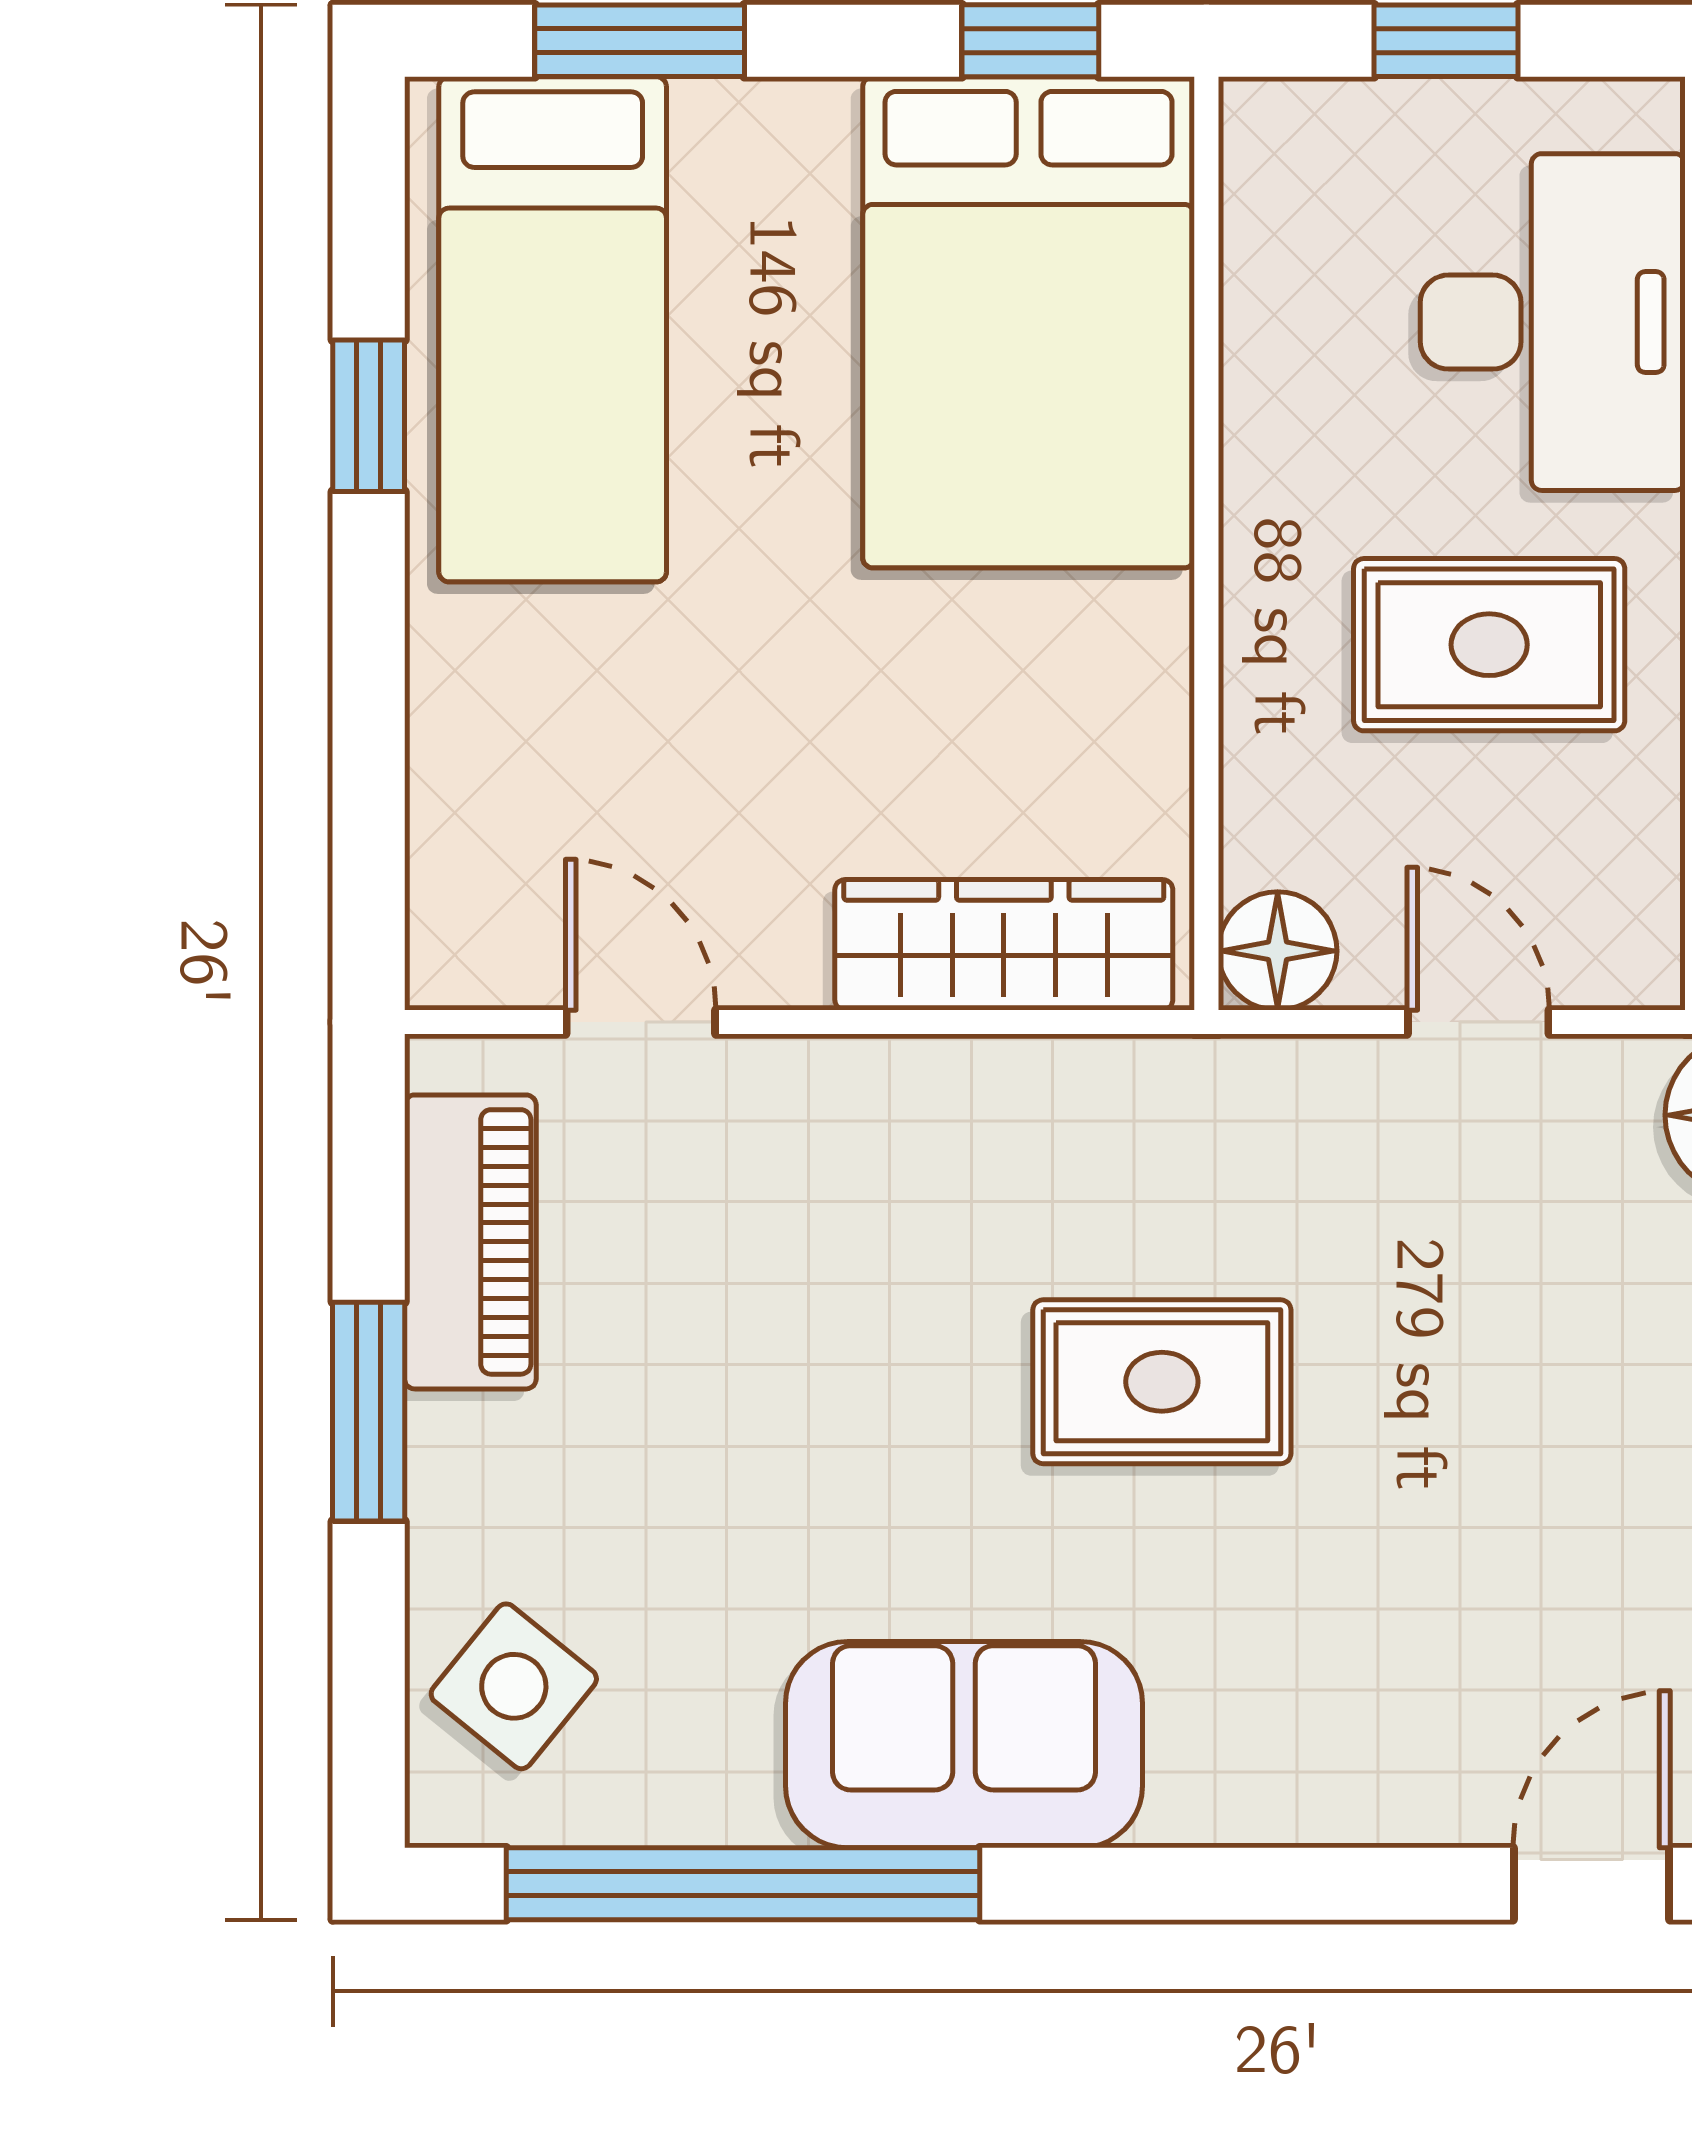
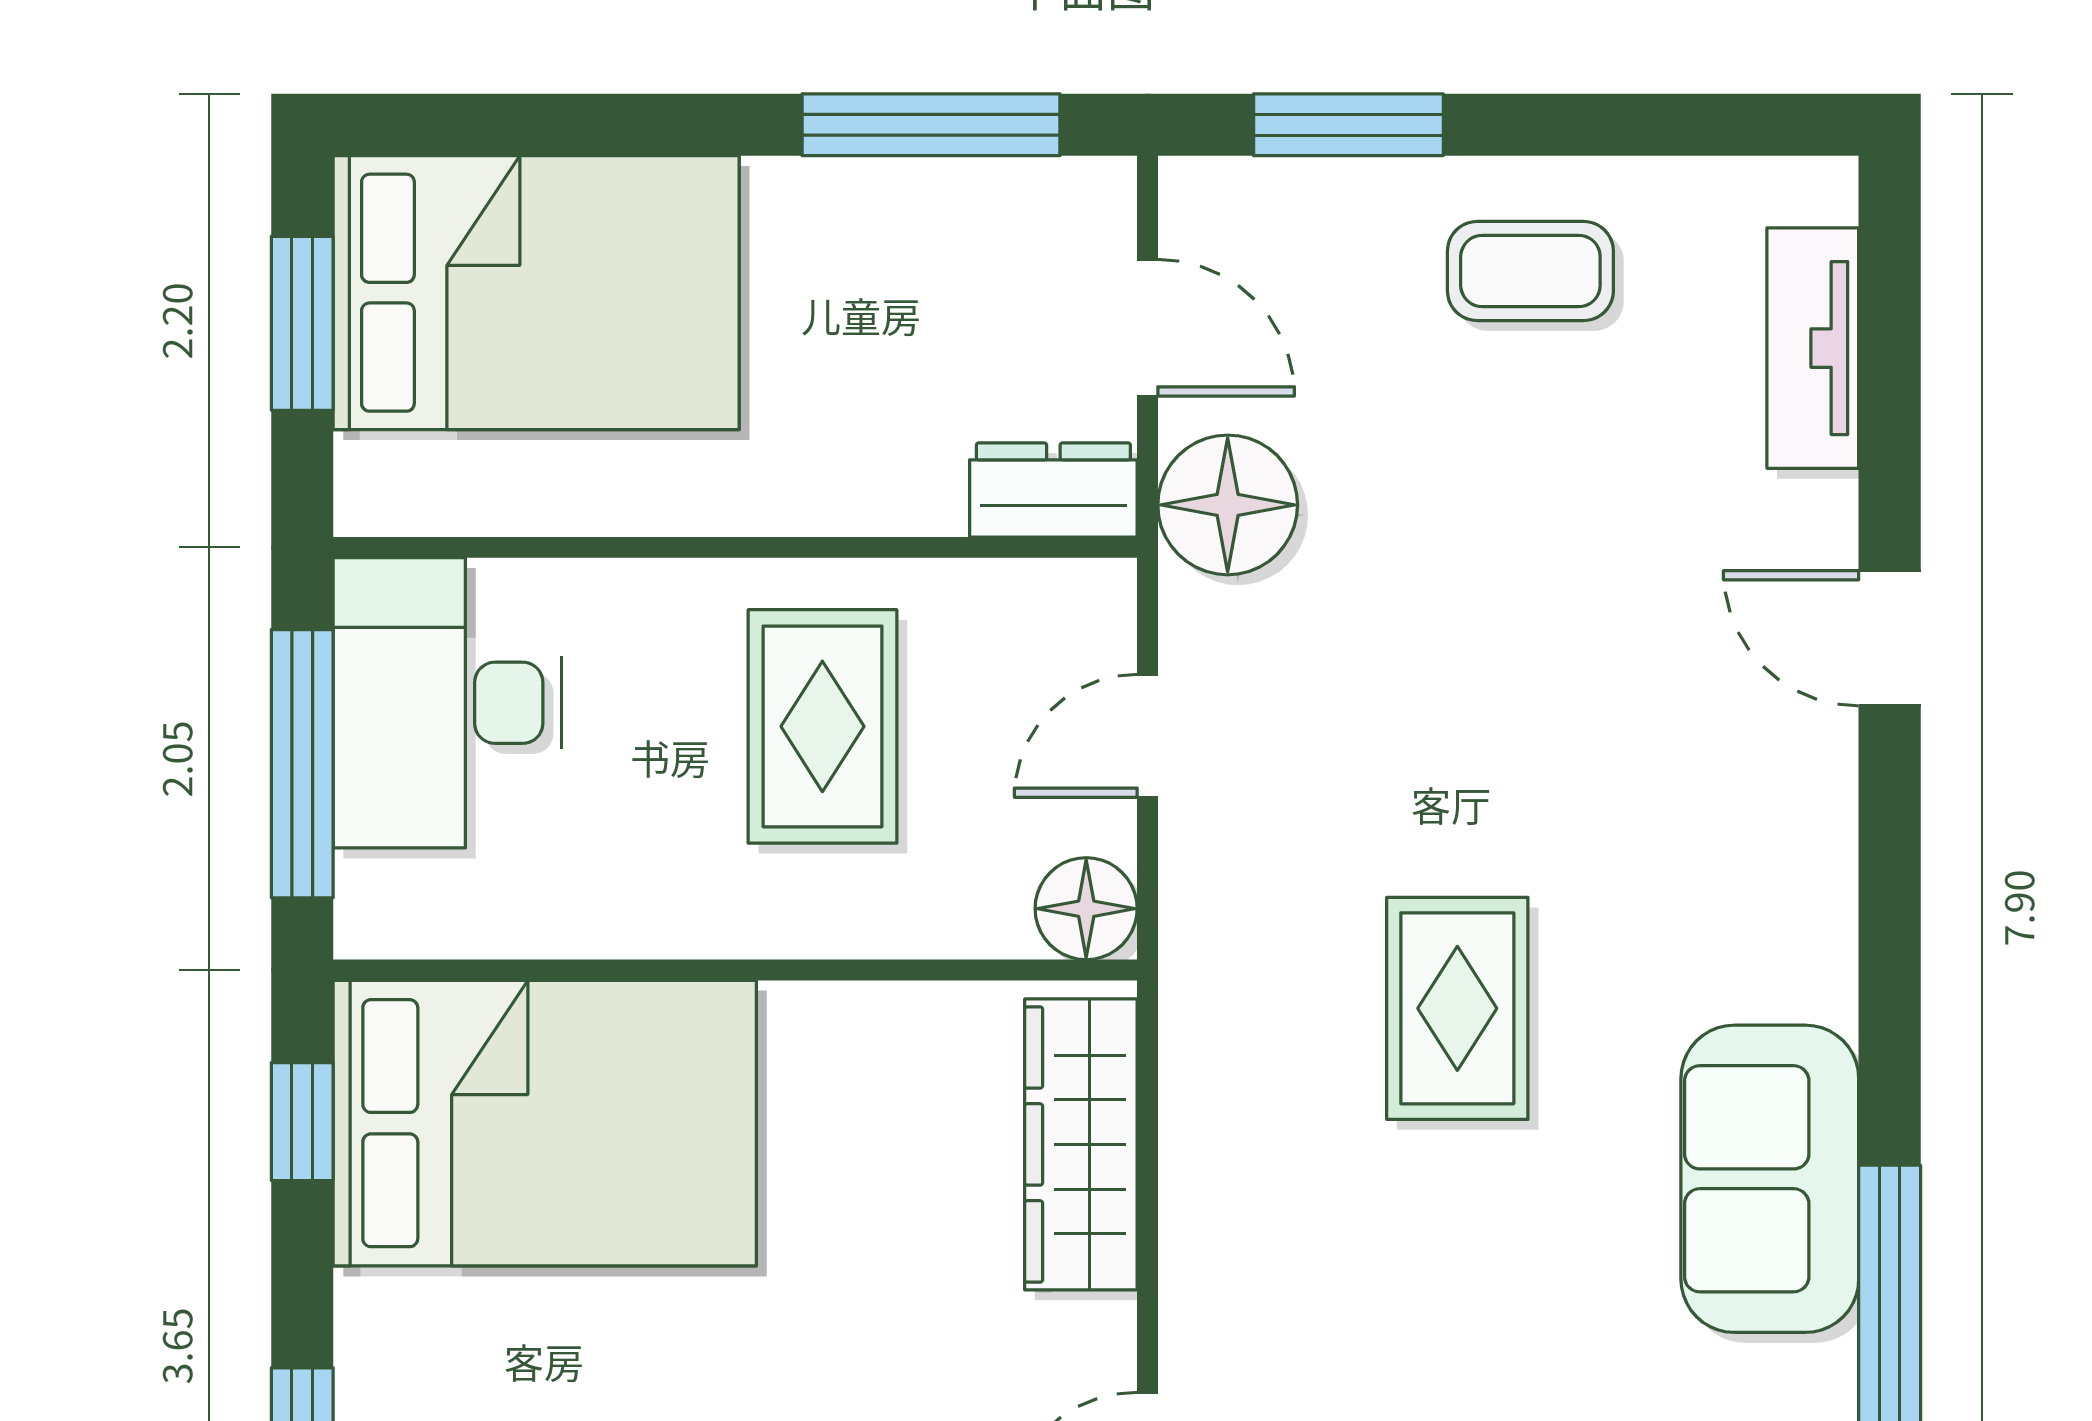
window: (1446, 41) -> (302, 764), width x2.17
desk: (1553, 322) -> (447, 703), moved, turned -90

